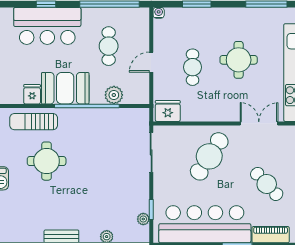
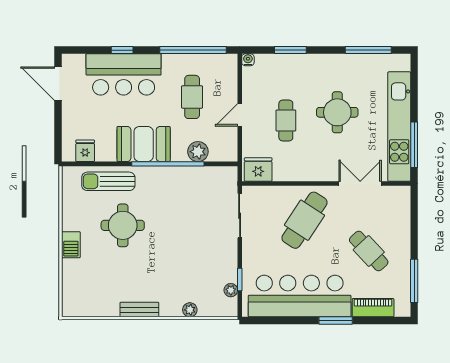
fridge: (32, 94) -> (85, 151), moved

